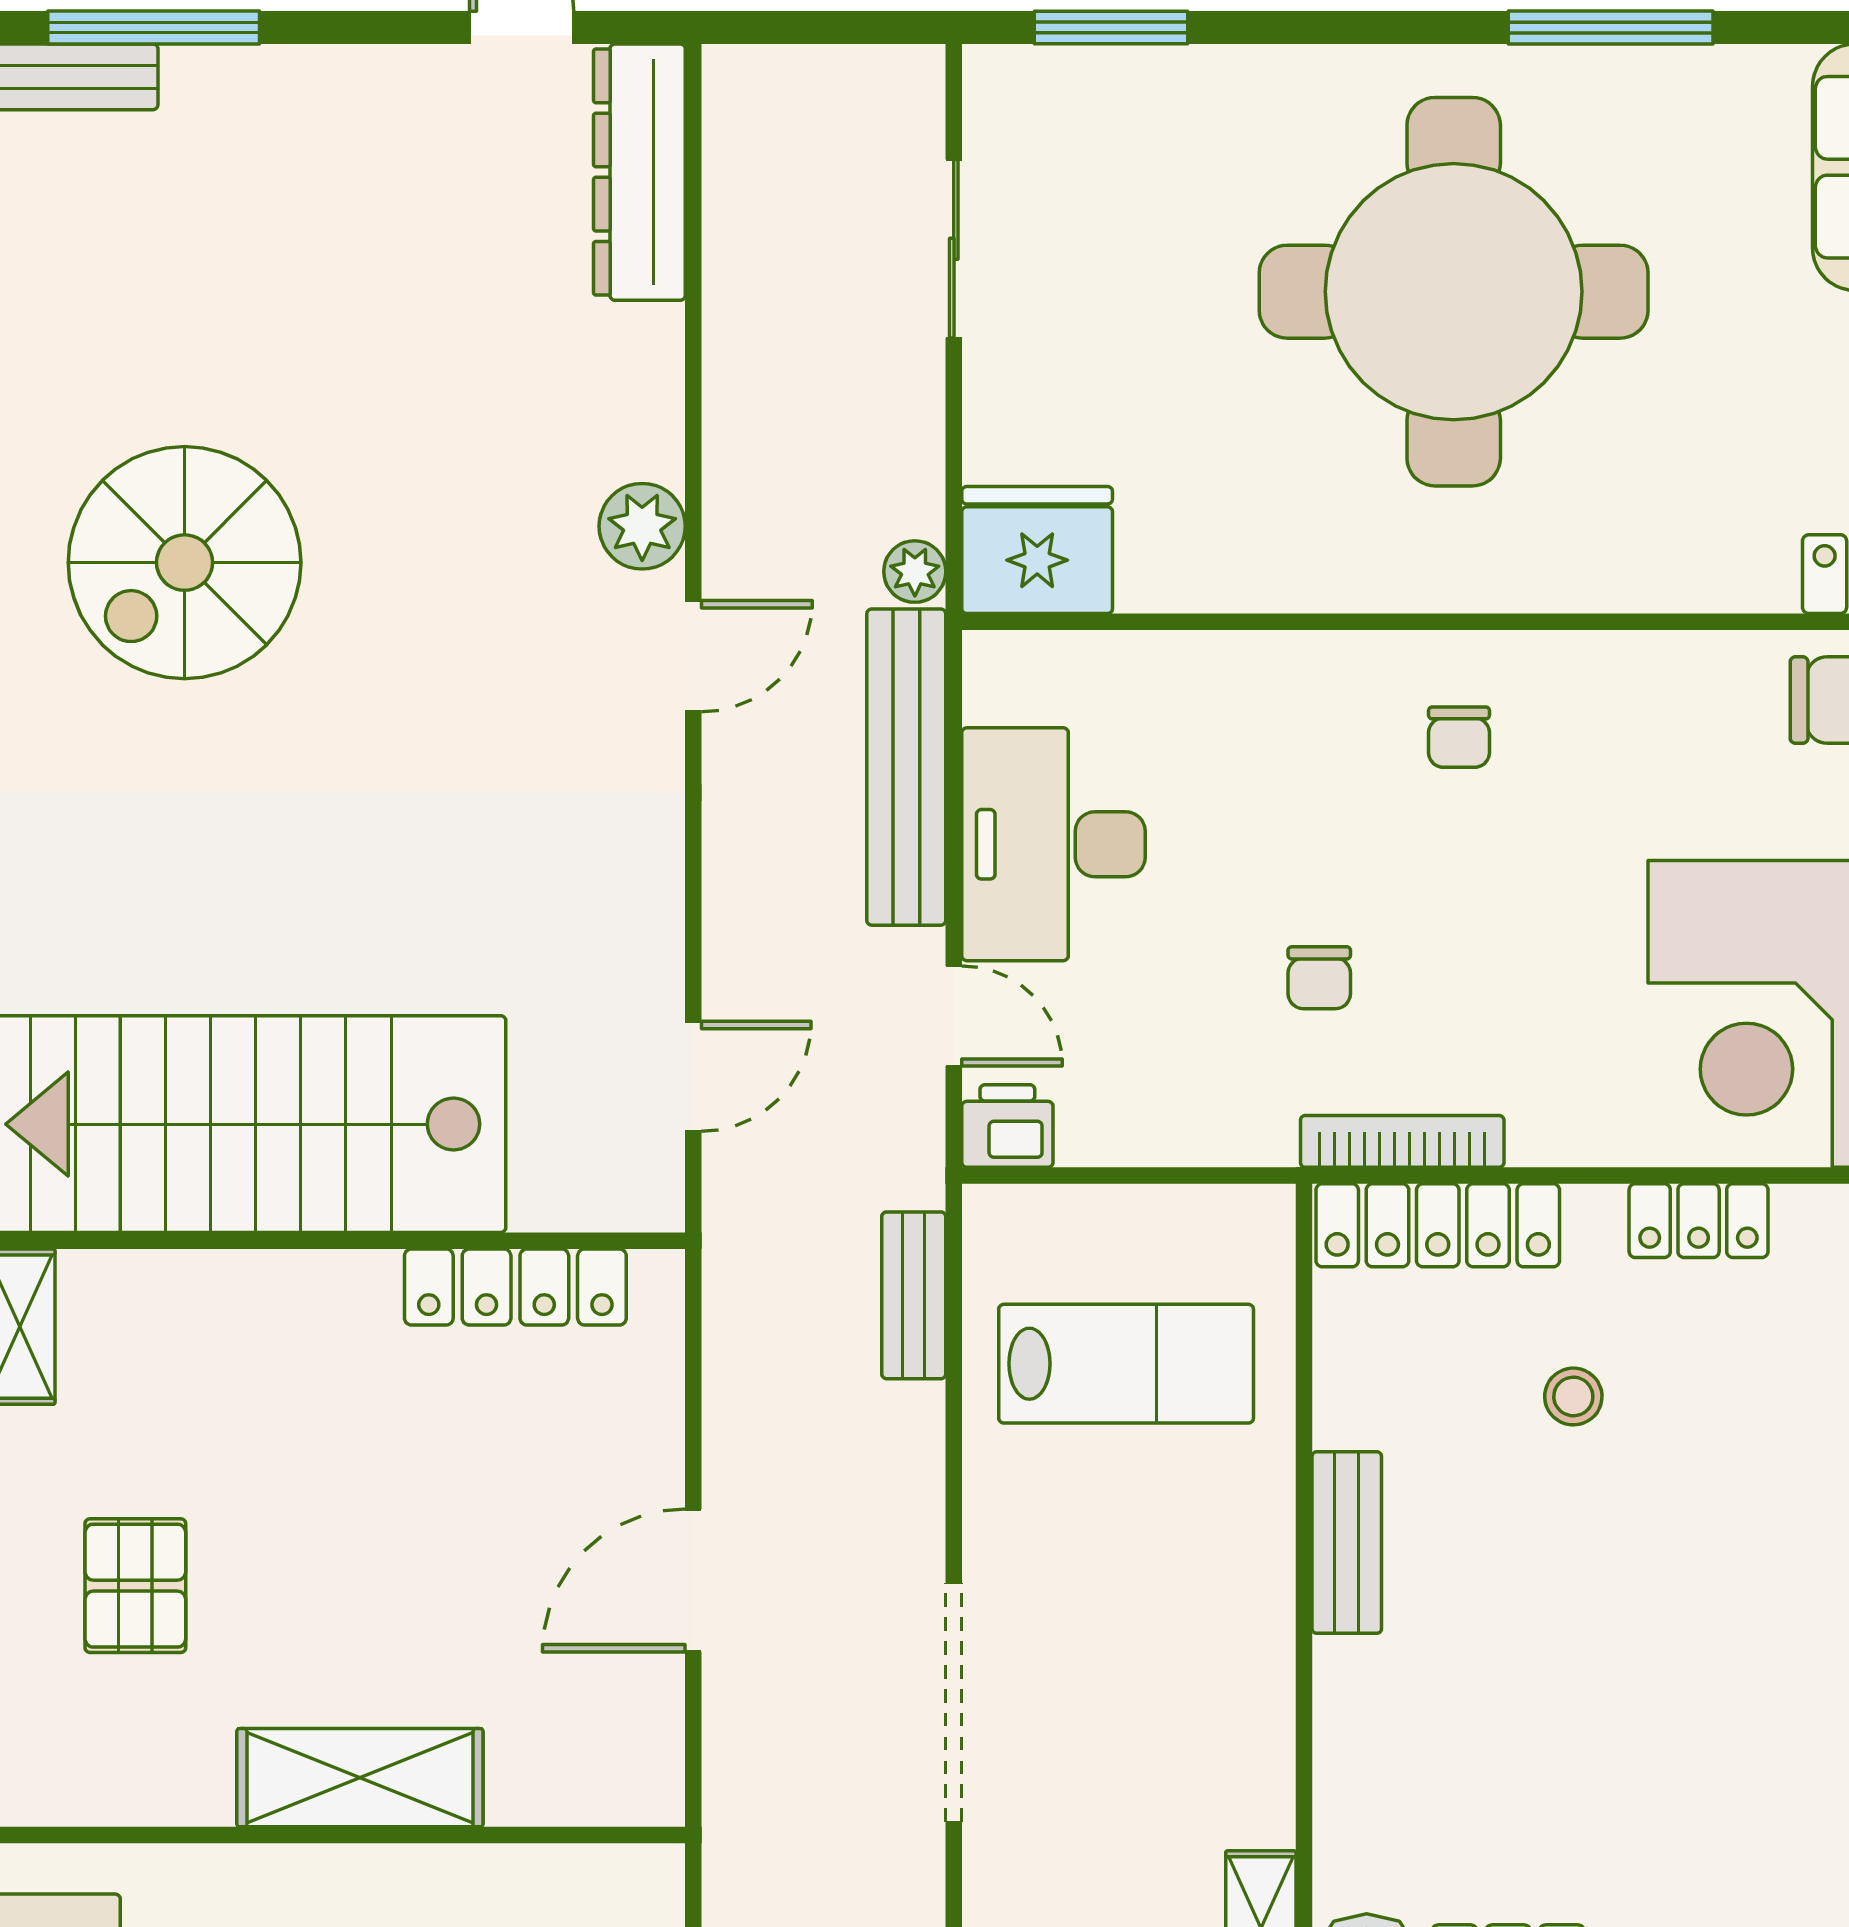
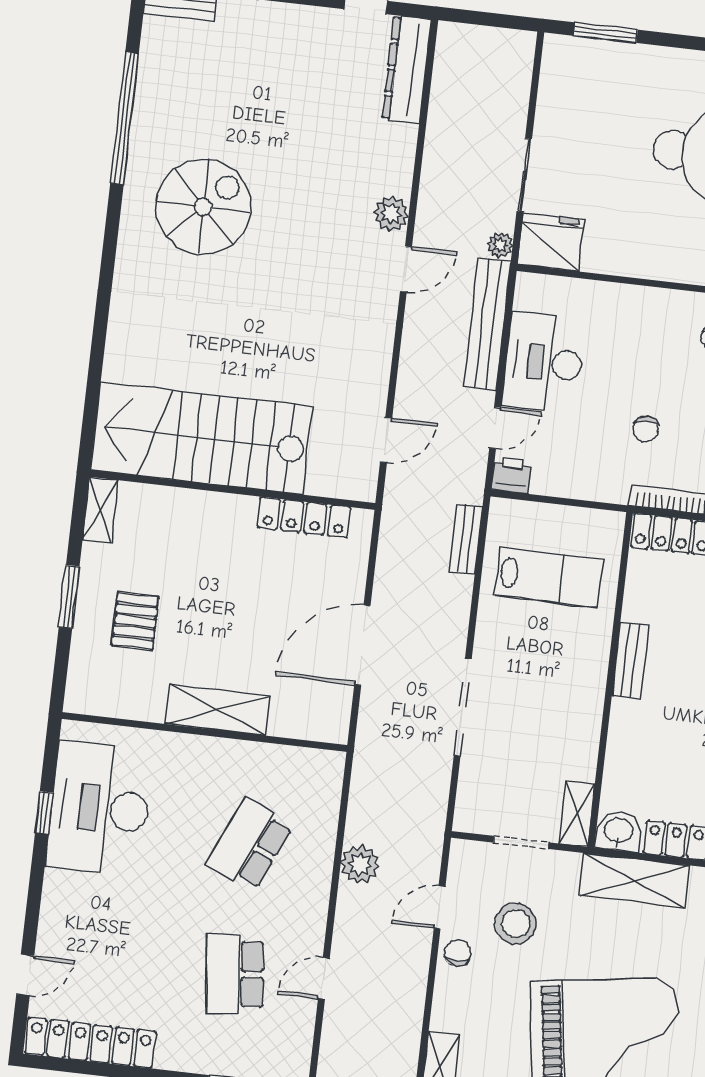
sliding door: (954, 249) -> (524, 175), moved
spiral stairs: (185, 563) -> (203, 207), turned 180
door: (954, 1016) -> (495, 428), hinge flipped
door: (693, 1581) -> (362, 645), width x1.36

